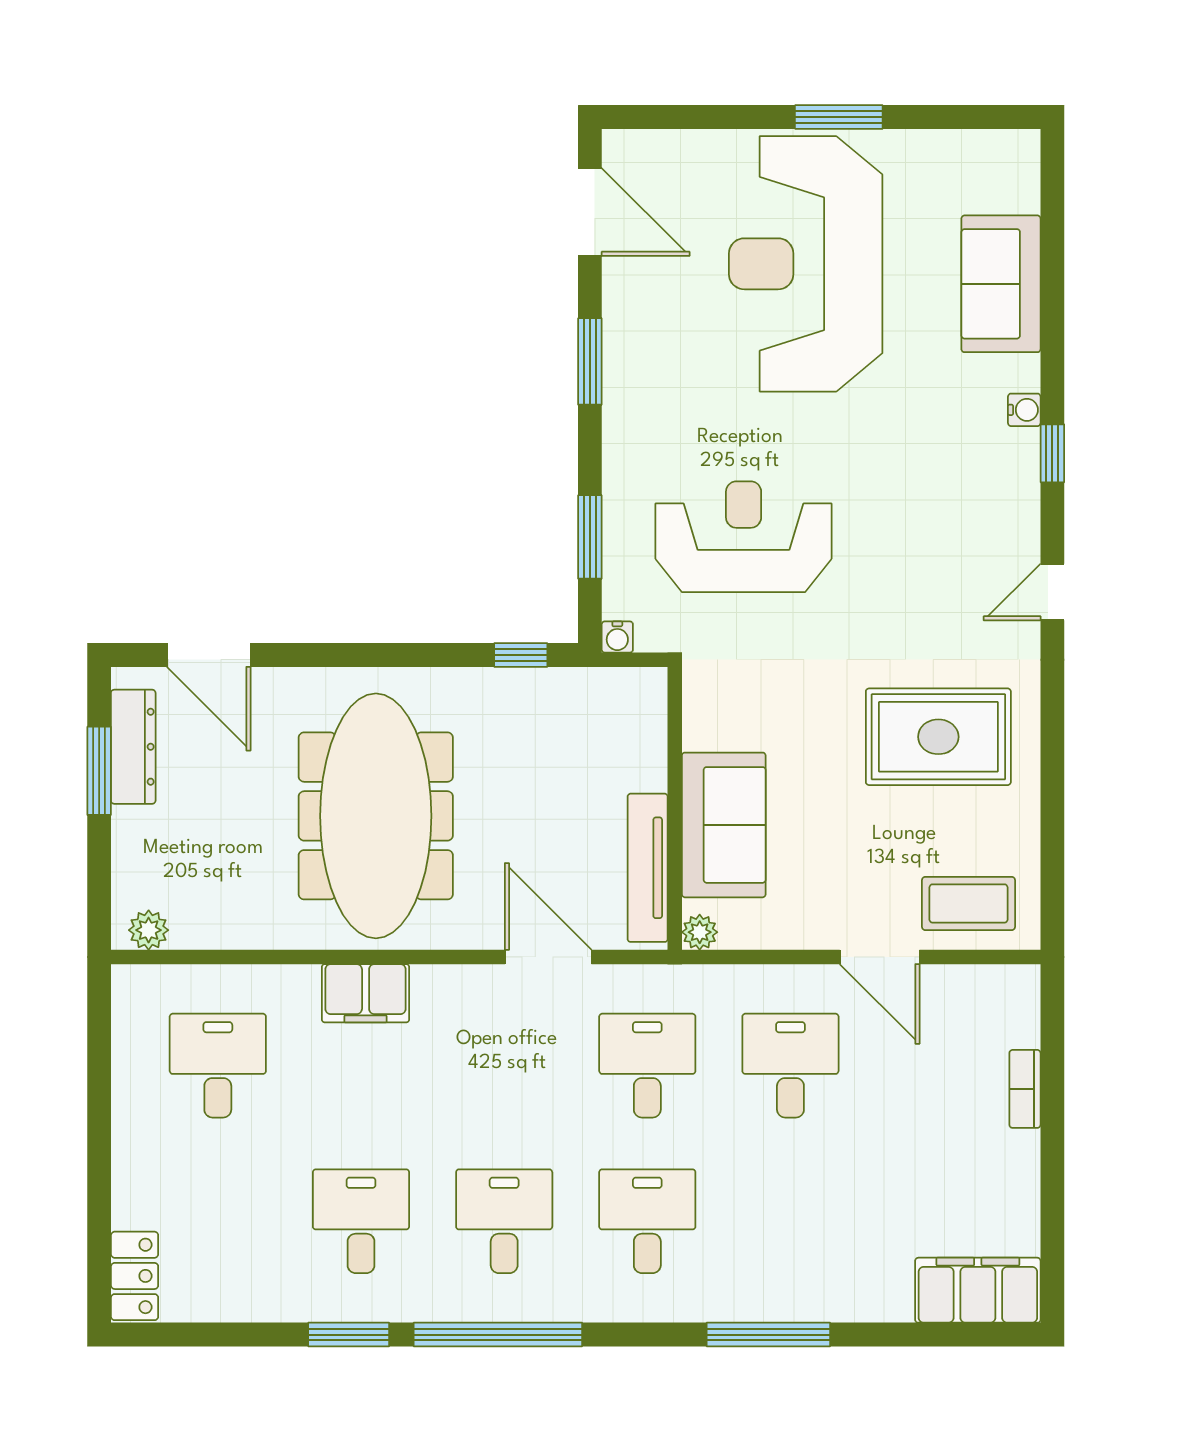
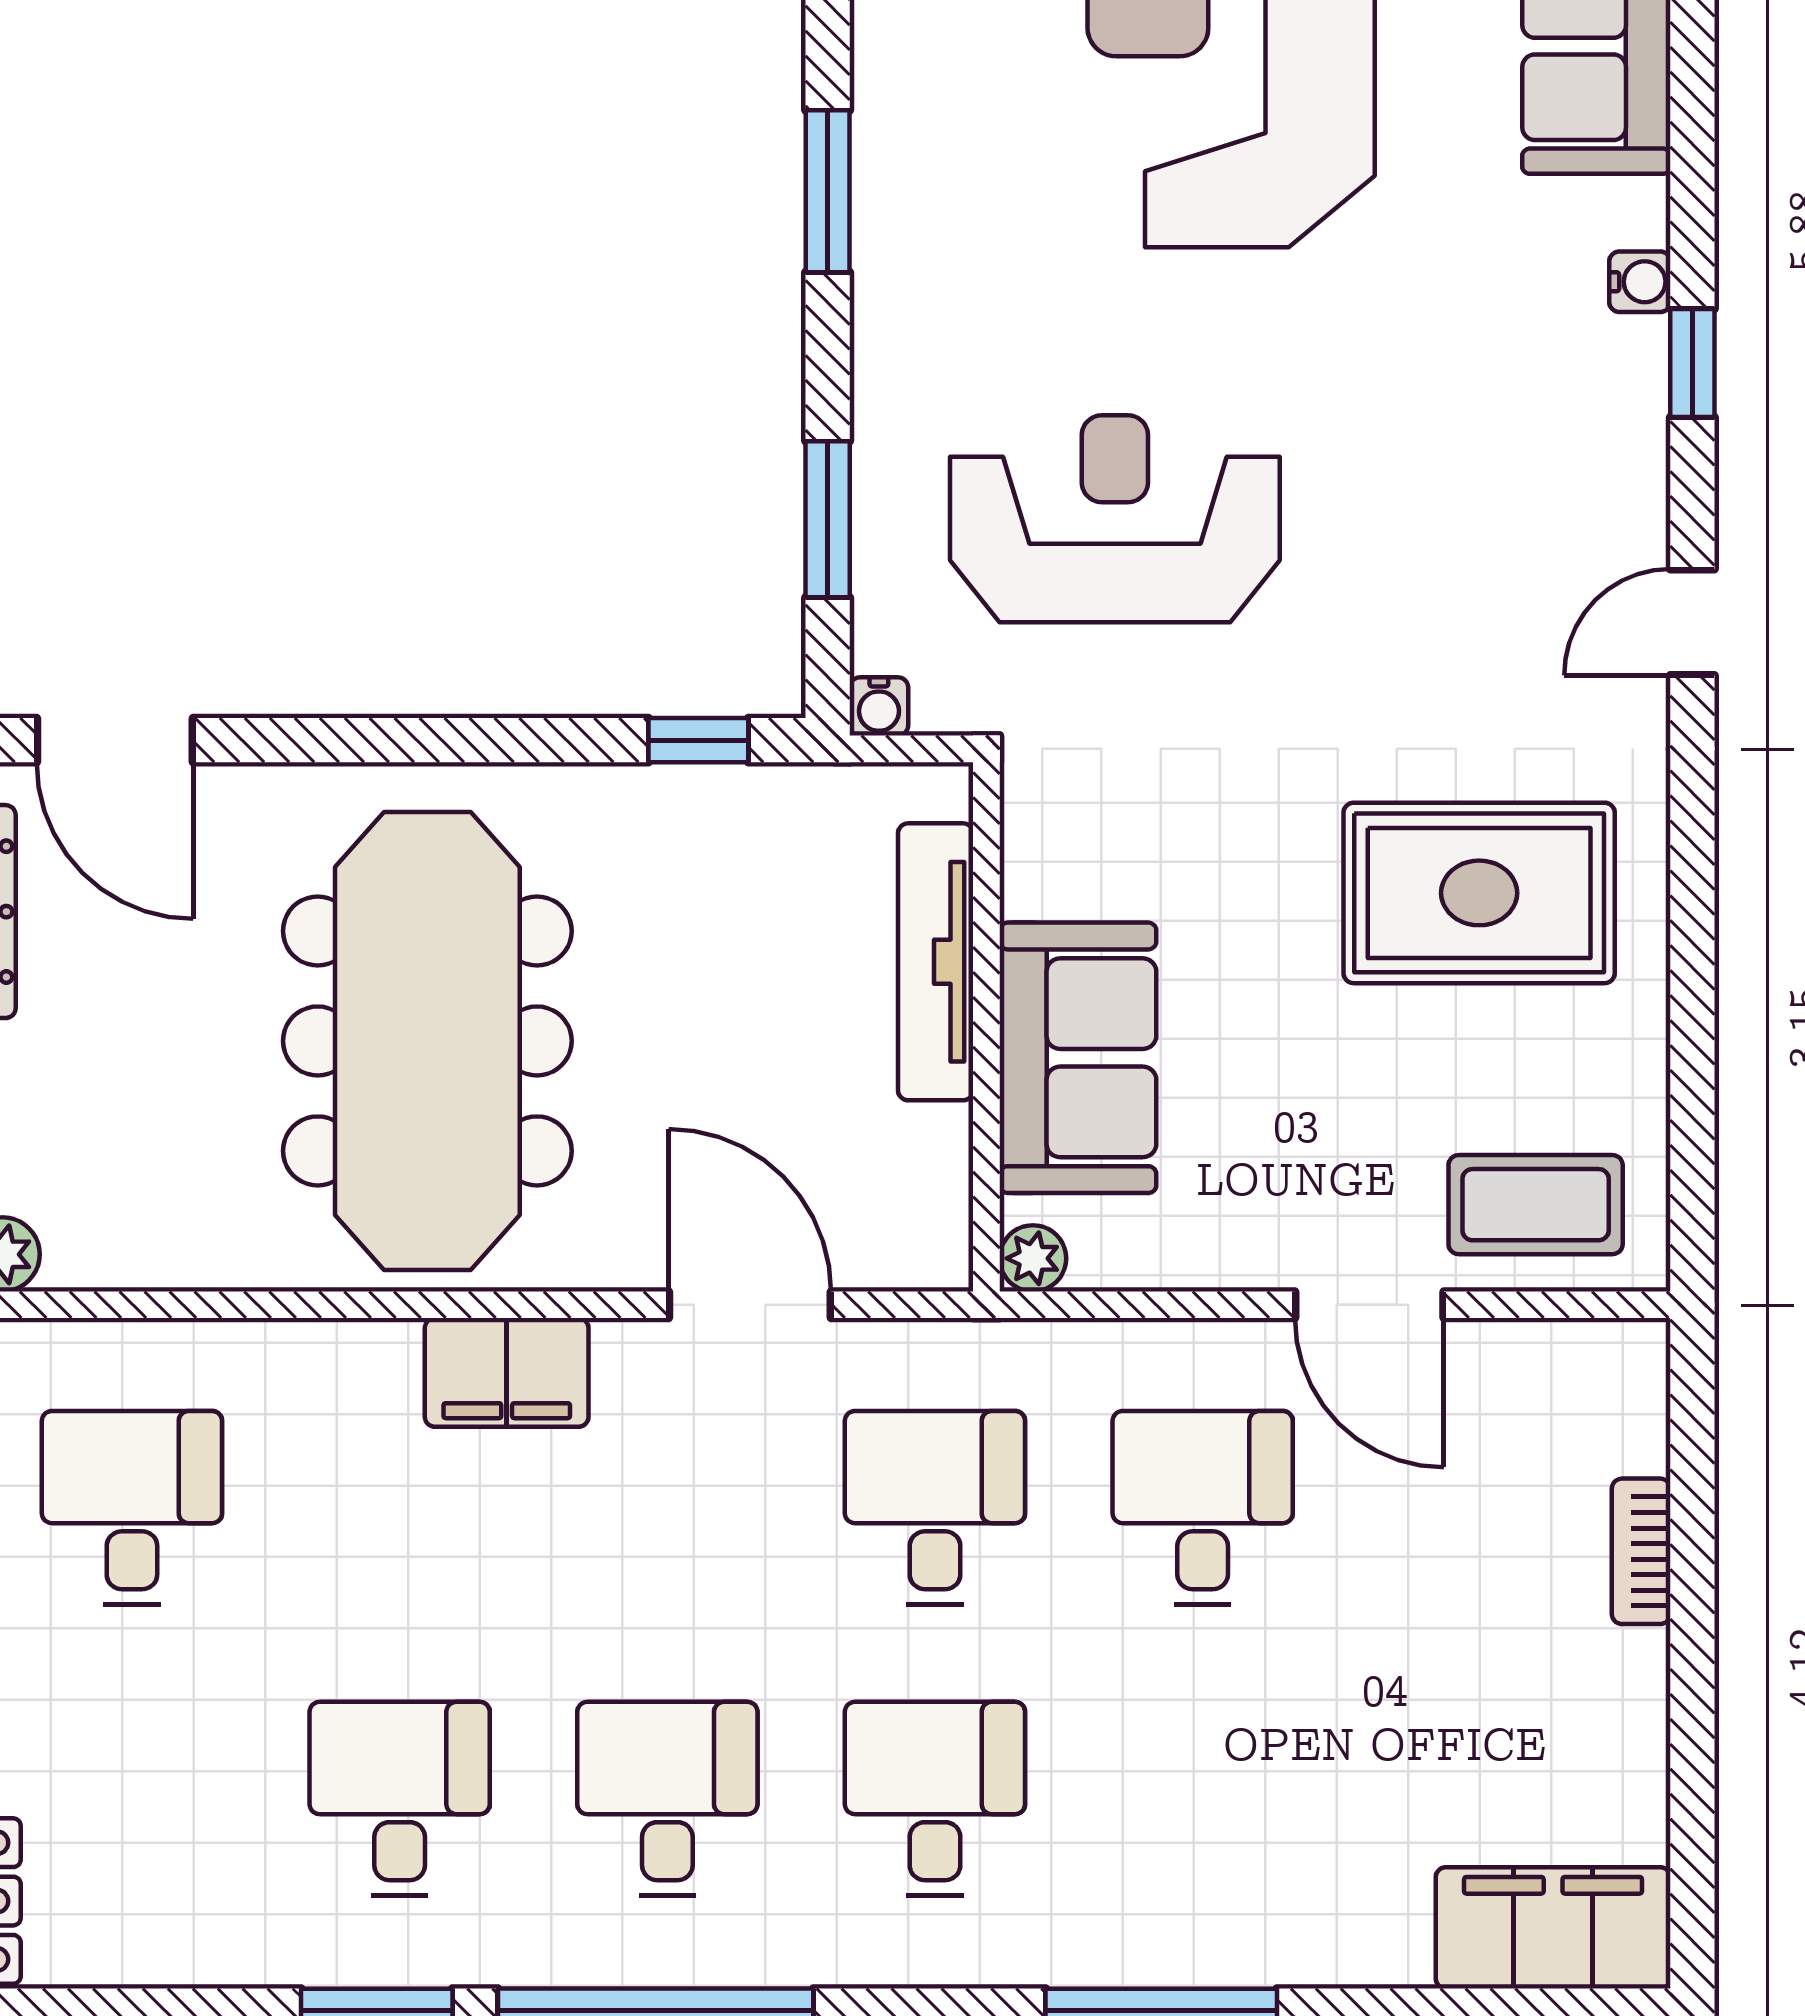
tv unit: (648, 868) -> (936, 962), moved
filing cabinet: (366, 993) -> (507, 1372), moved

